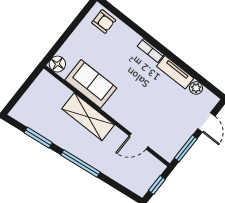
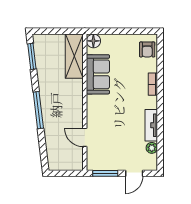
bookcase: (151, 50) -> (153, 84), moved
shelving: (88, 117) -> (74, 56), moved
window: (38, 138) -> (32, 56), moved
window: (157, 185) -> (65, 173), removed

